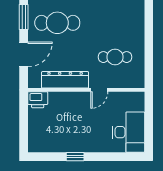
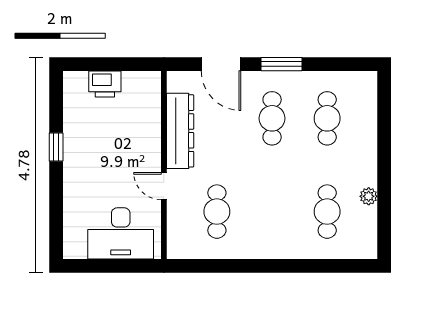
cafe table: (57, 23) -> (272, 118), width x0.73, depth x0.74
printer: (38, 100) -> (105, 84), moved, turned -90
desk: (129, 132) -> (121, 233), moved

